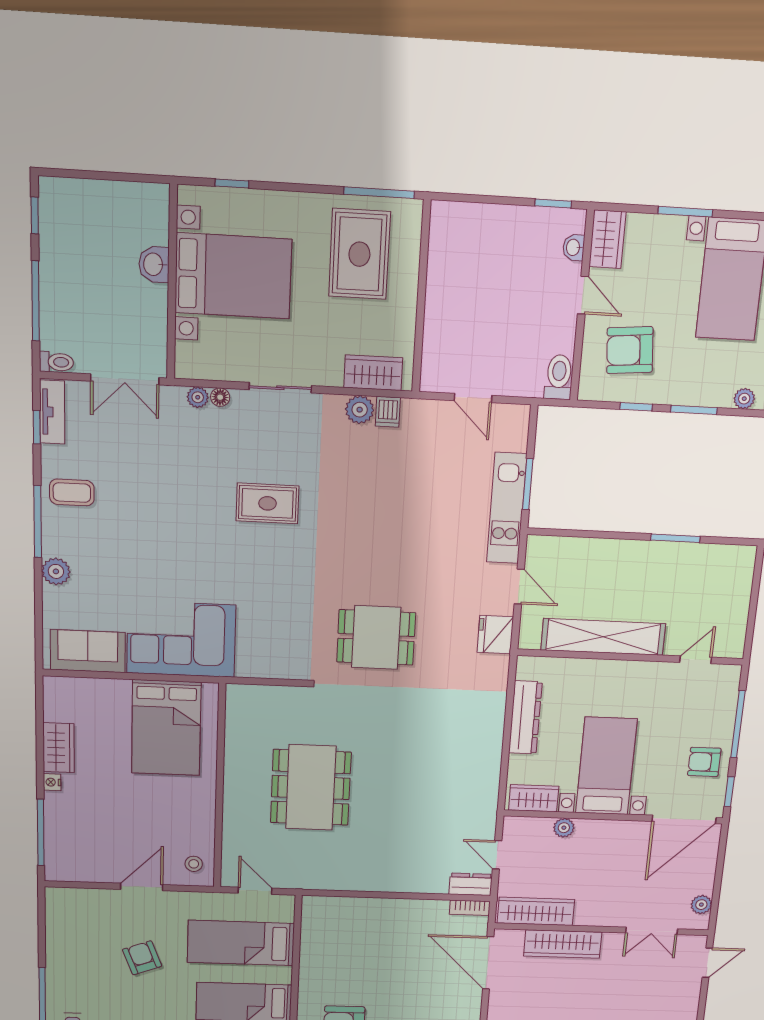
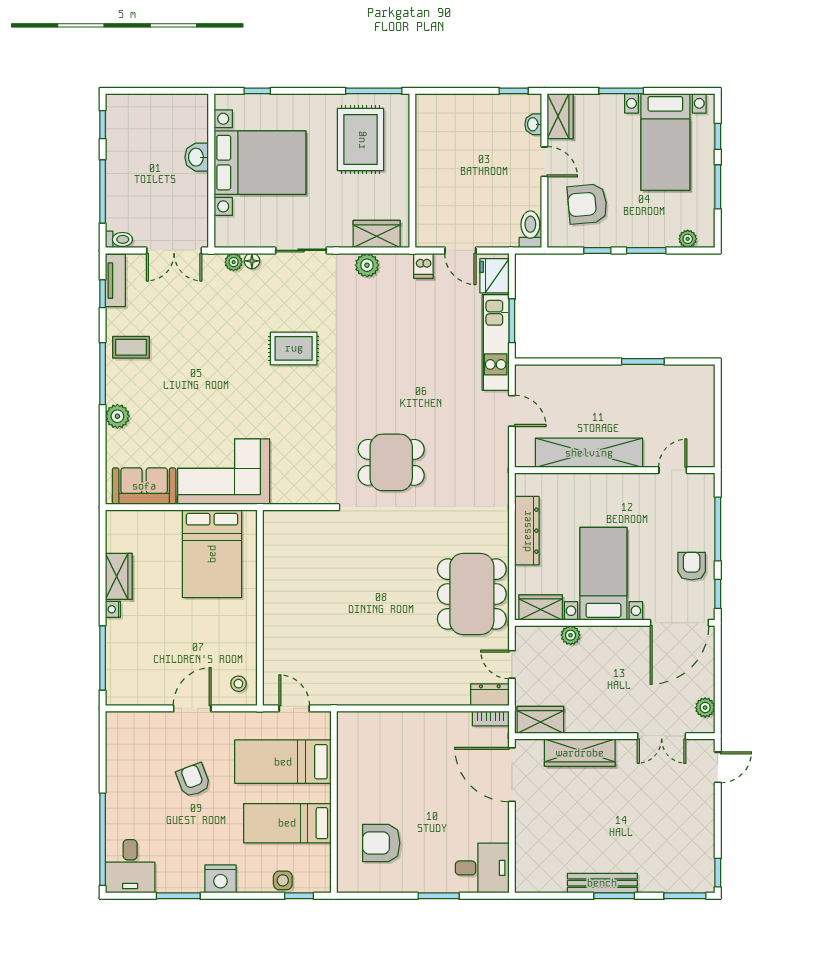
dishwasher: (388, 412) -> (423, 266), moved
fridge: (495, 635) -> (494, 276), moved
armchair: (704, 762) -> (692, 566), turned 90
dining table: (311, 787) -> (472, 594), moved
wardrobe: (536, 911) -> (540, 720), width x0.67

